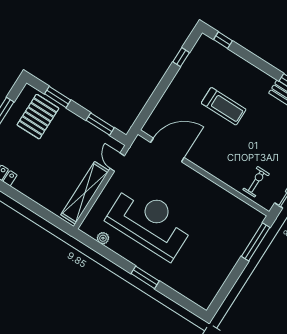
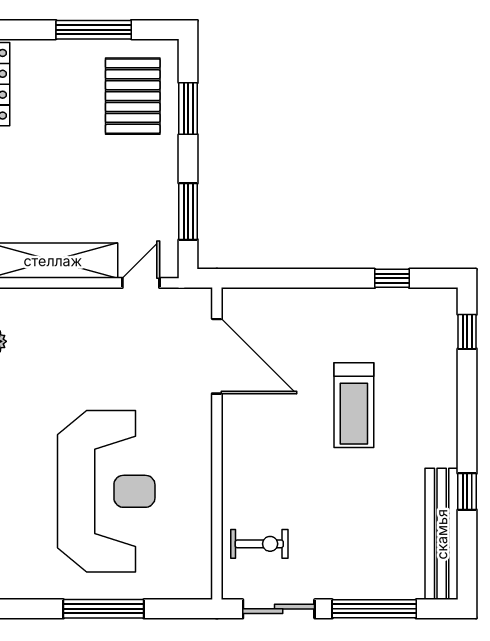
pallet: (38, 117) -> (133, 96), turned 90
reception desk: (150, 222) -> (106, 491), moved
window: (256, 242) -> (104, 609), moved

